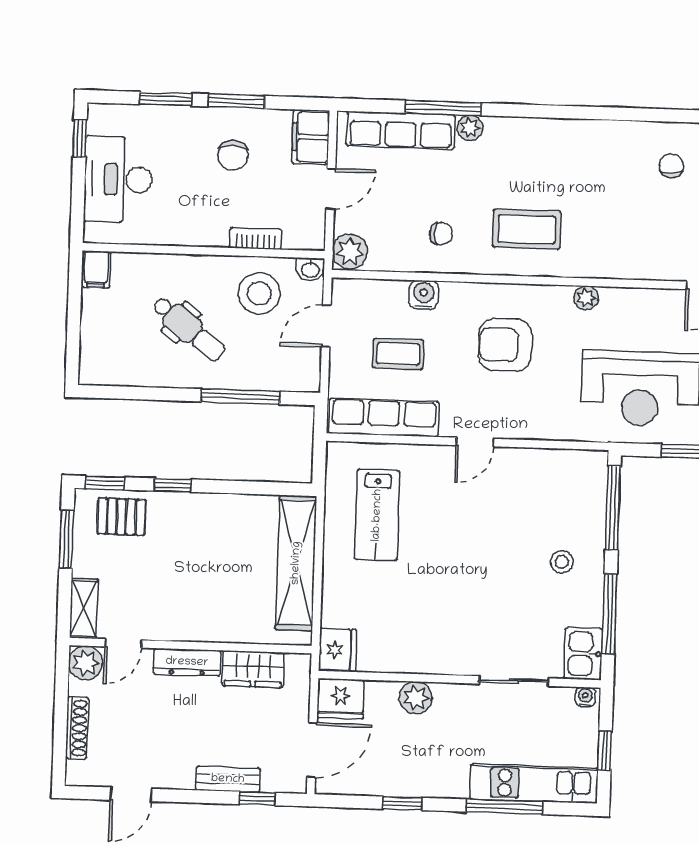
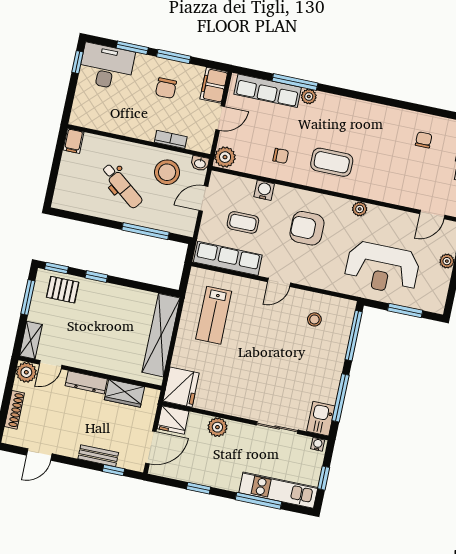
desk: (118, 179) -> (106, 67), moved, turned 90
stool: (562, 562) -> (314, 319), moved
fridge: (338, 650) -> (181, 387), width x1.36, depth x1.34

